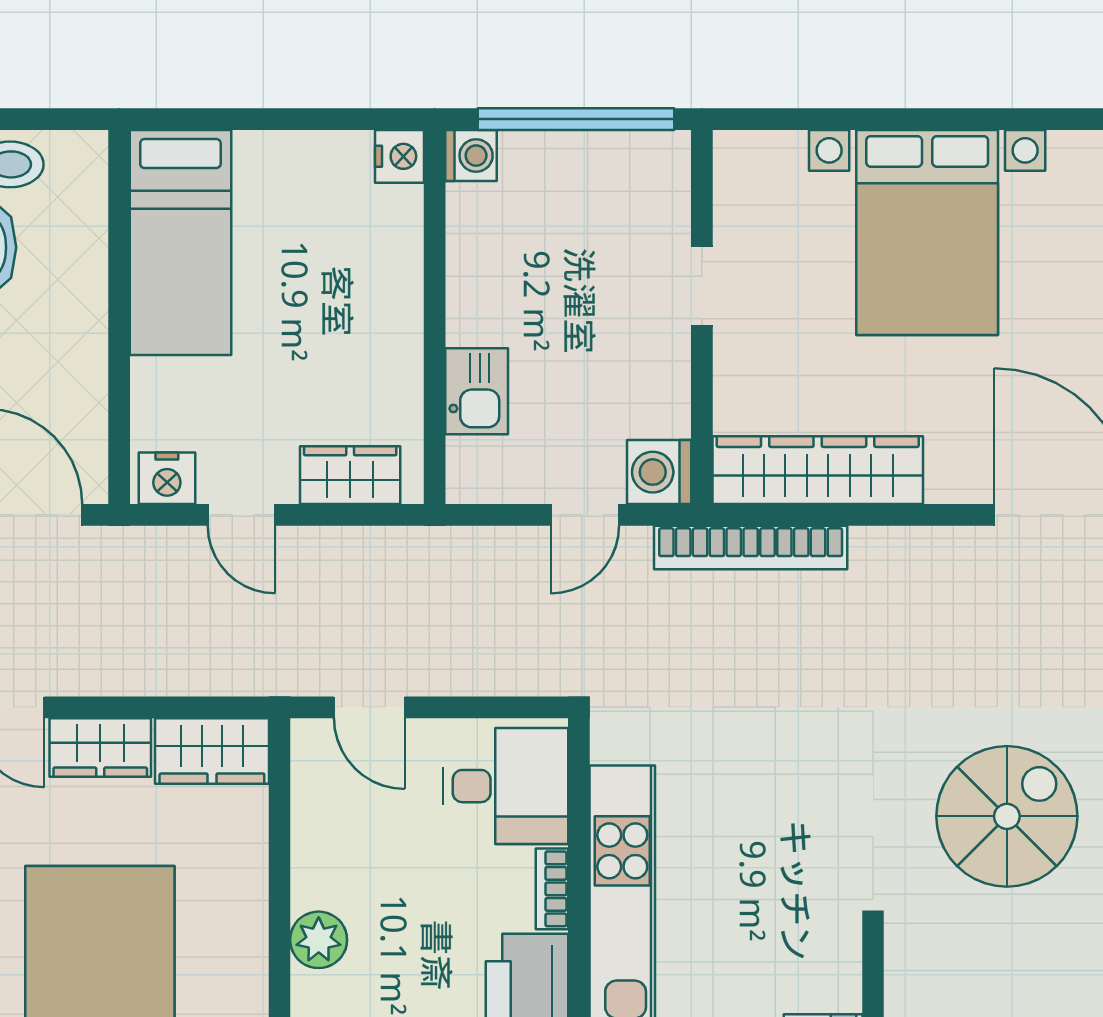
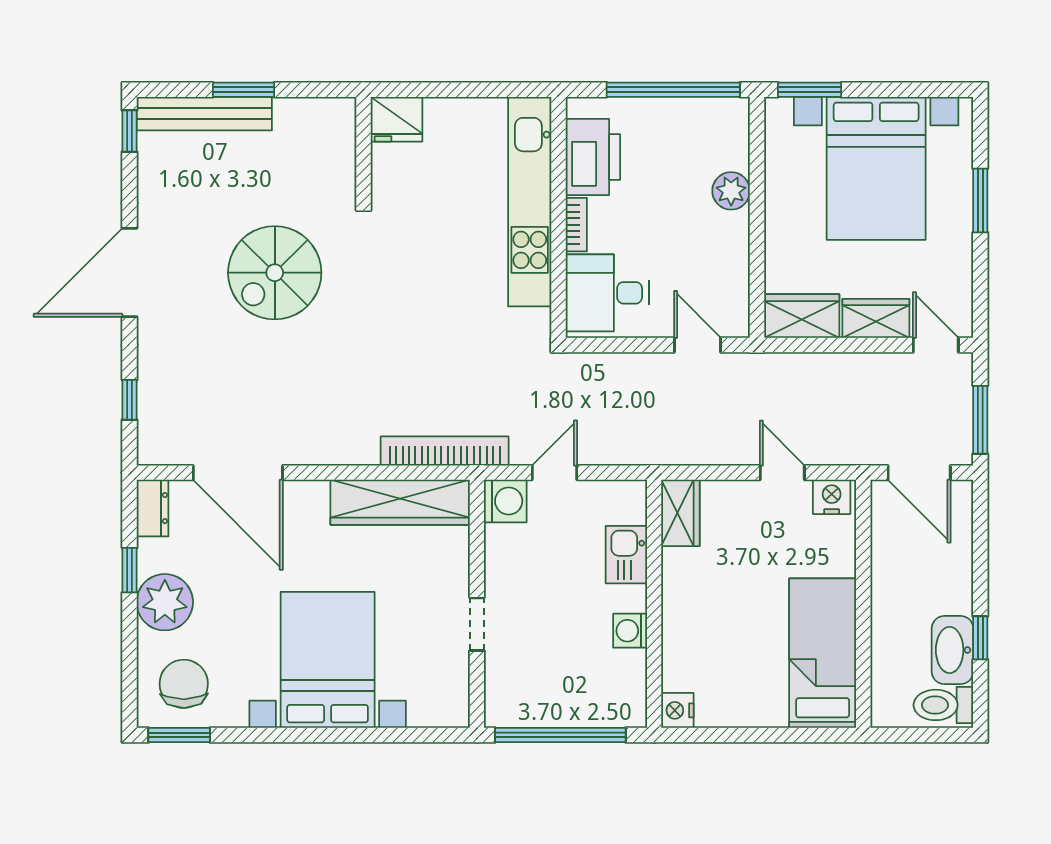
washing machine: (471, 156) -> (630, 631), moved
wardrobe: (350, 475) -> (680, 513), moved, turned -90

